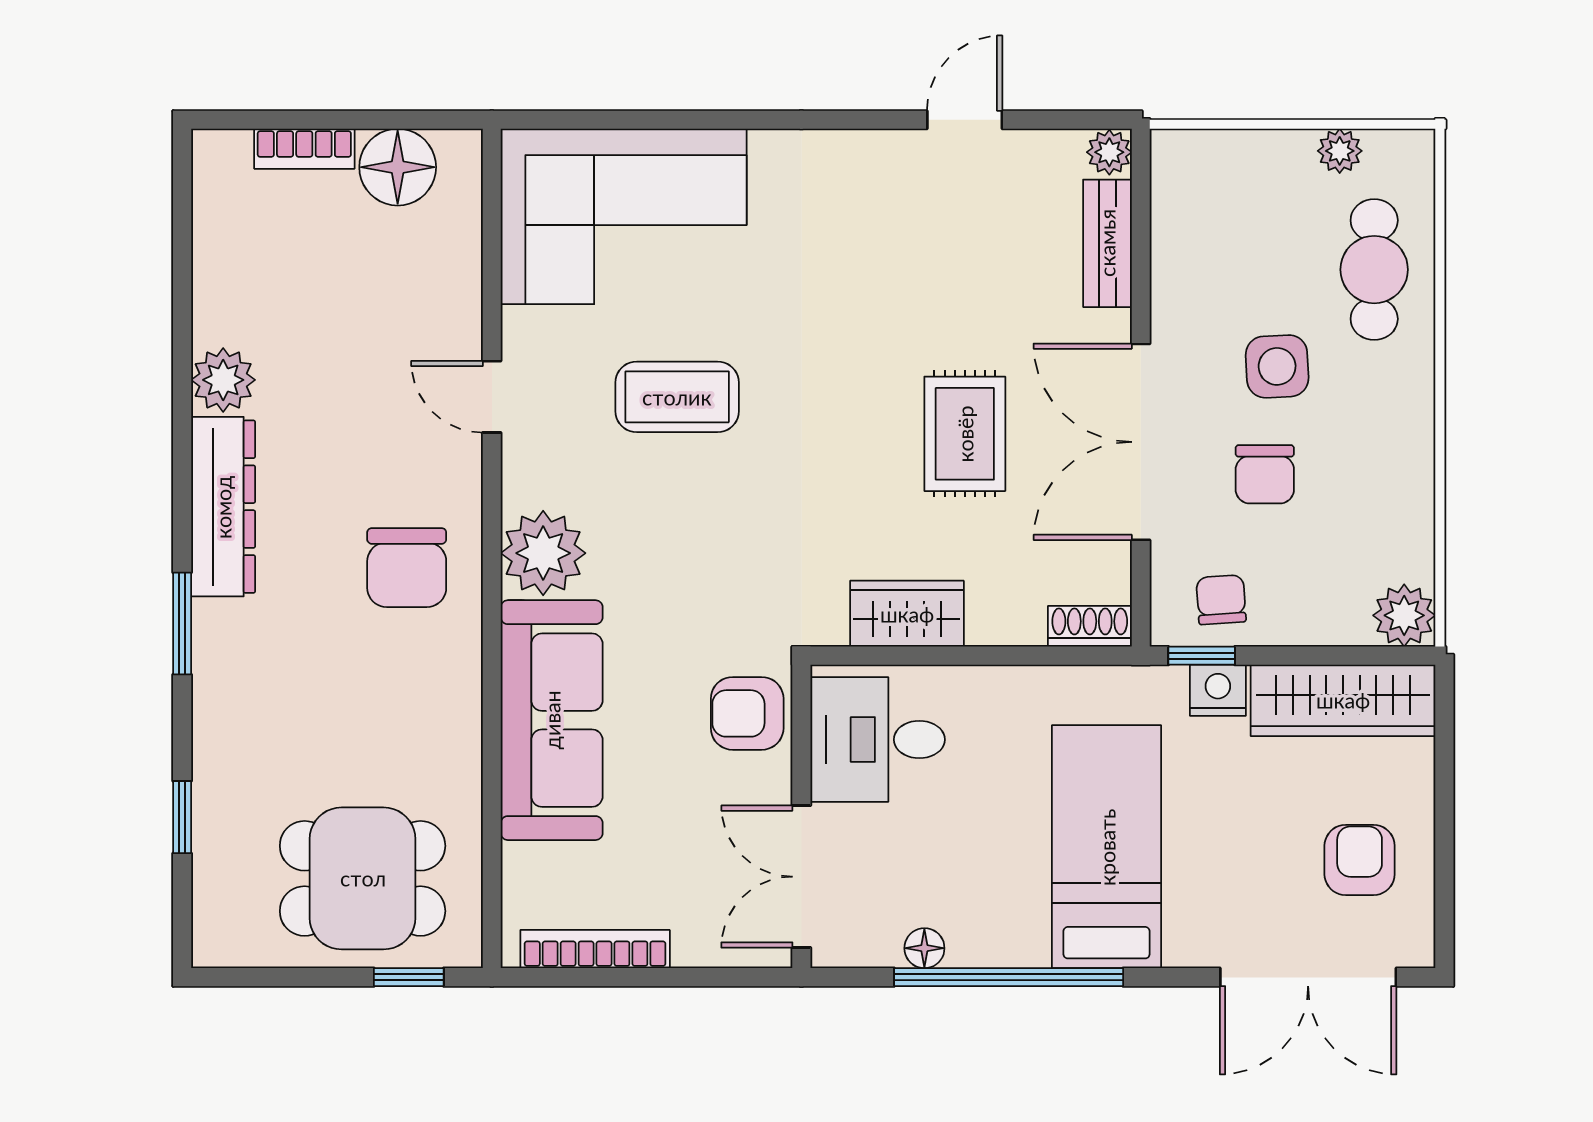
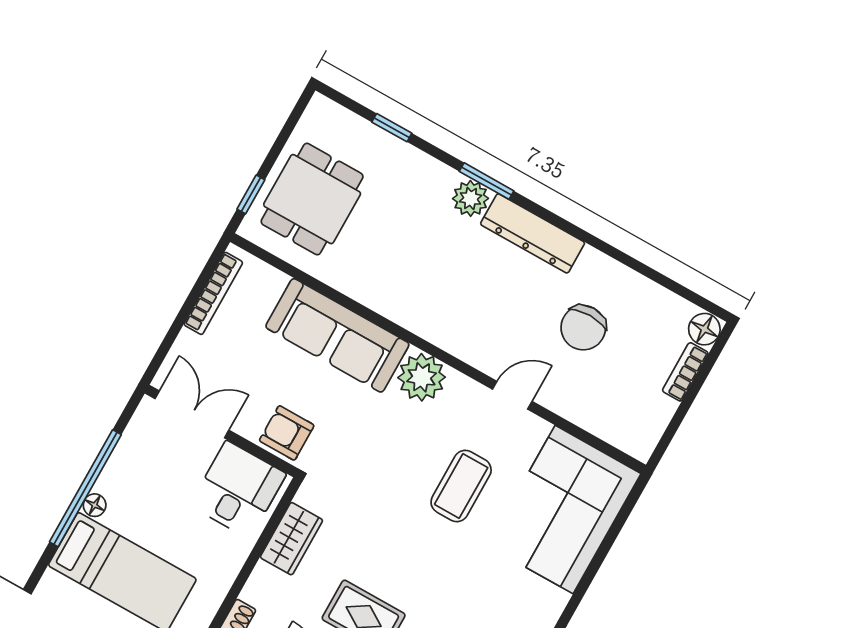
floor lamp: (398, 167) -> (704, 329), moved, width x0.73, depth x0.73
plant: (223, 380) -> (471, 198), moved
chair: (407, 568) -> (583, 328), moved, turned -90
armchair: (747, 713) -> (287, 433), turned -90
floor lamp: (924, 948) -> (95, 505), moved

